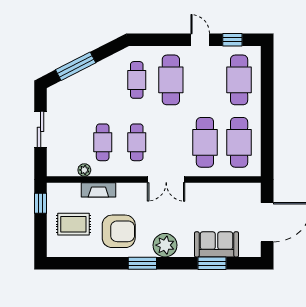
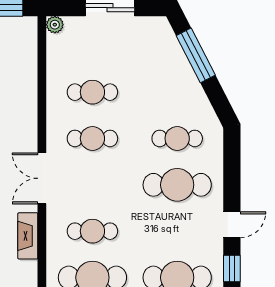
cafe table: (205, 142) -> (92, 231), width x0.73, depth x0.74
plant: (84, 170) -> (55, 25), moved
fireplace: (98, 190) -> (28, 236), moved

